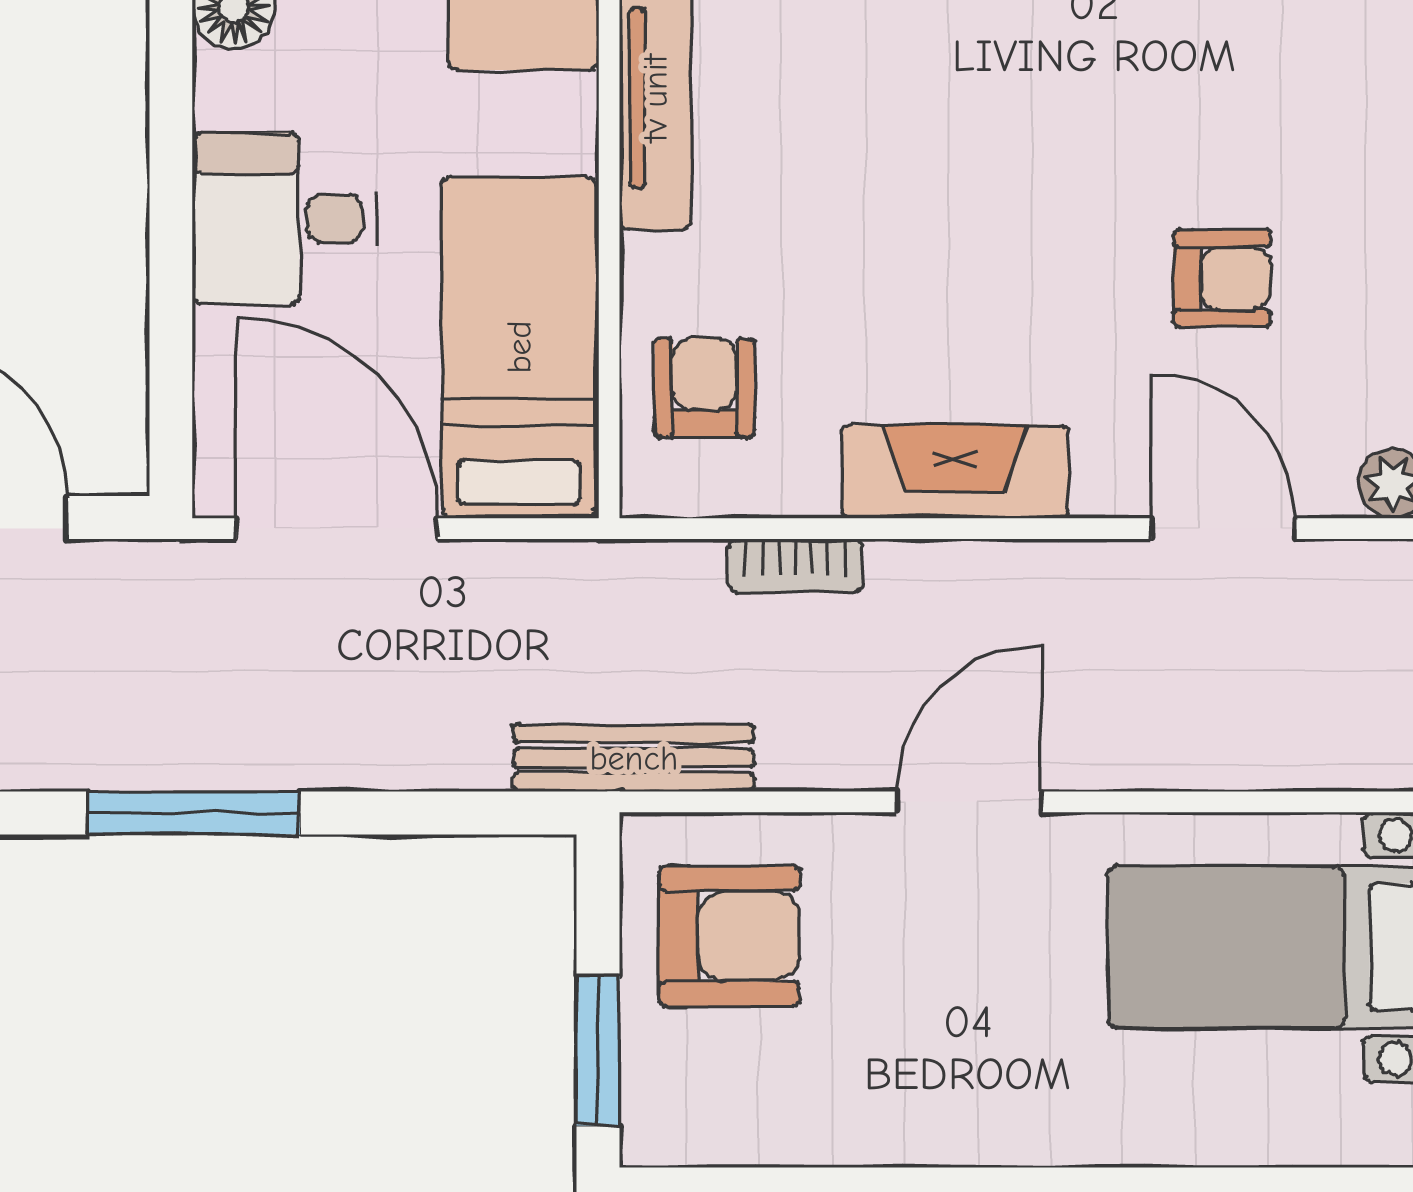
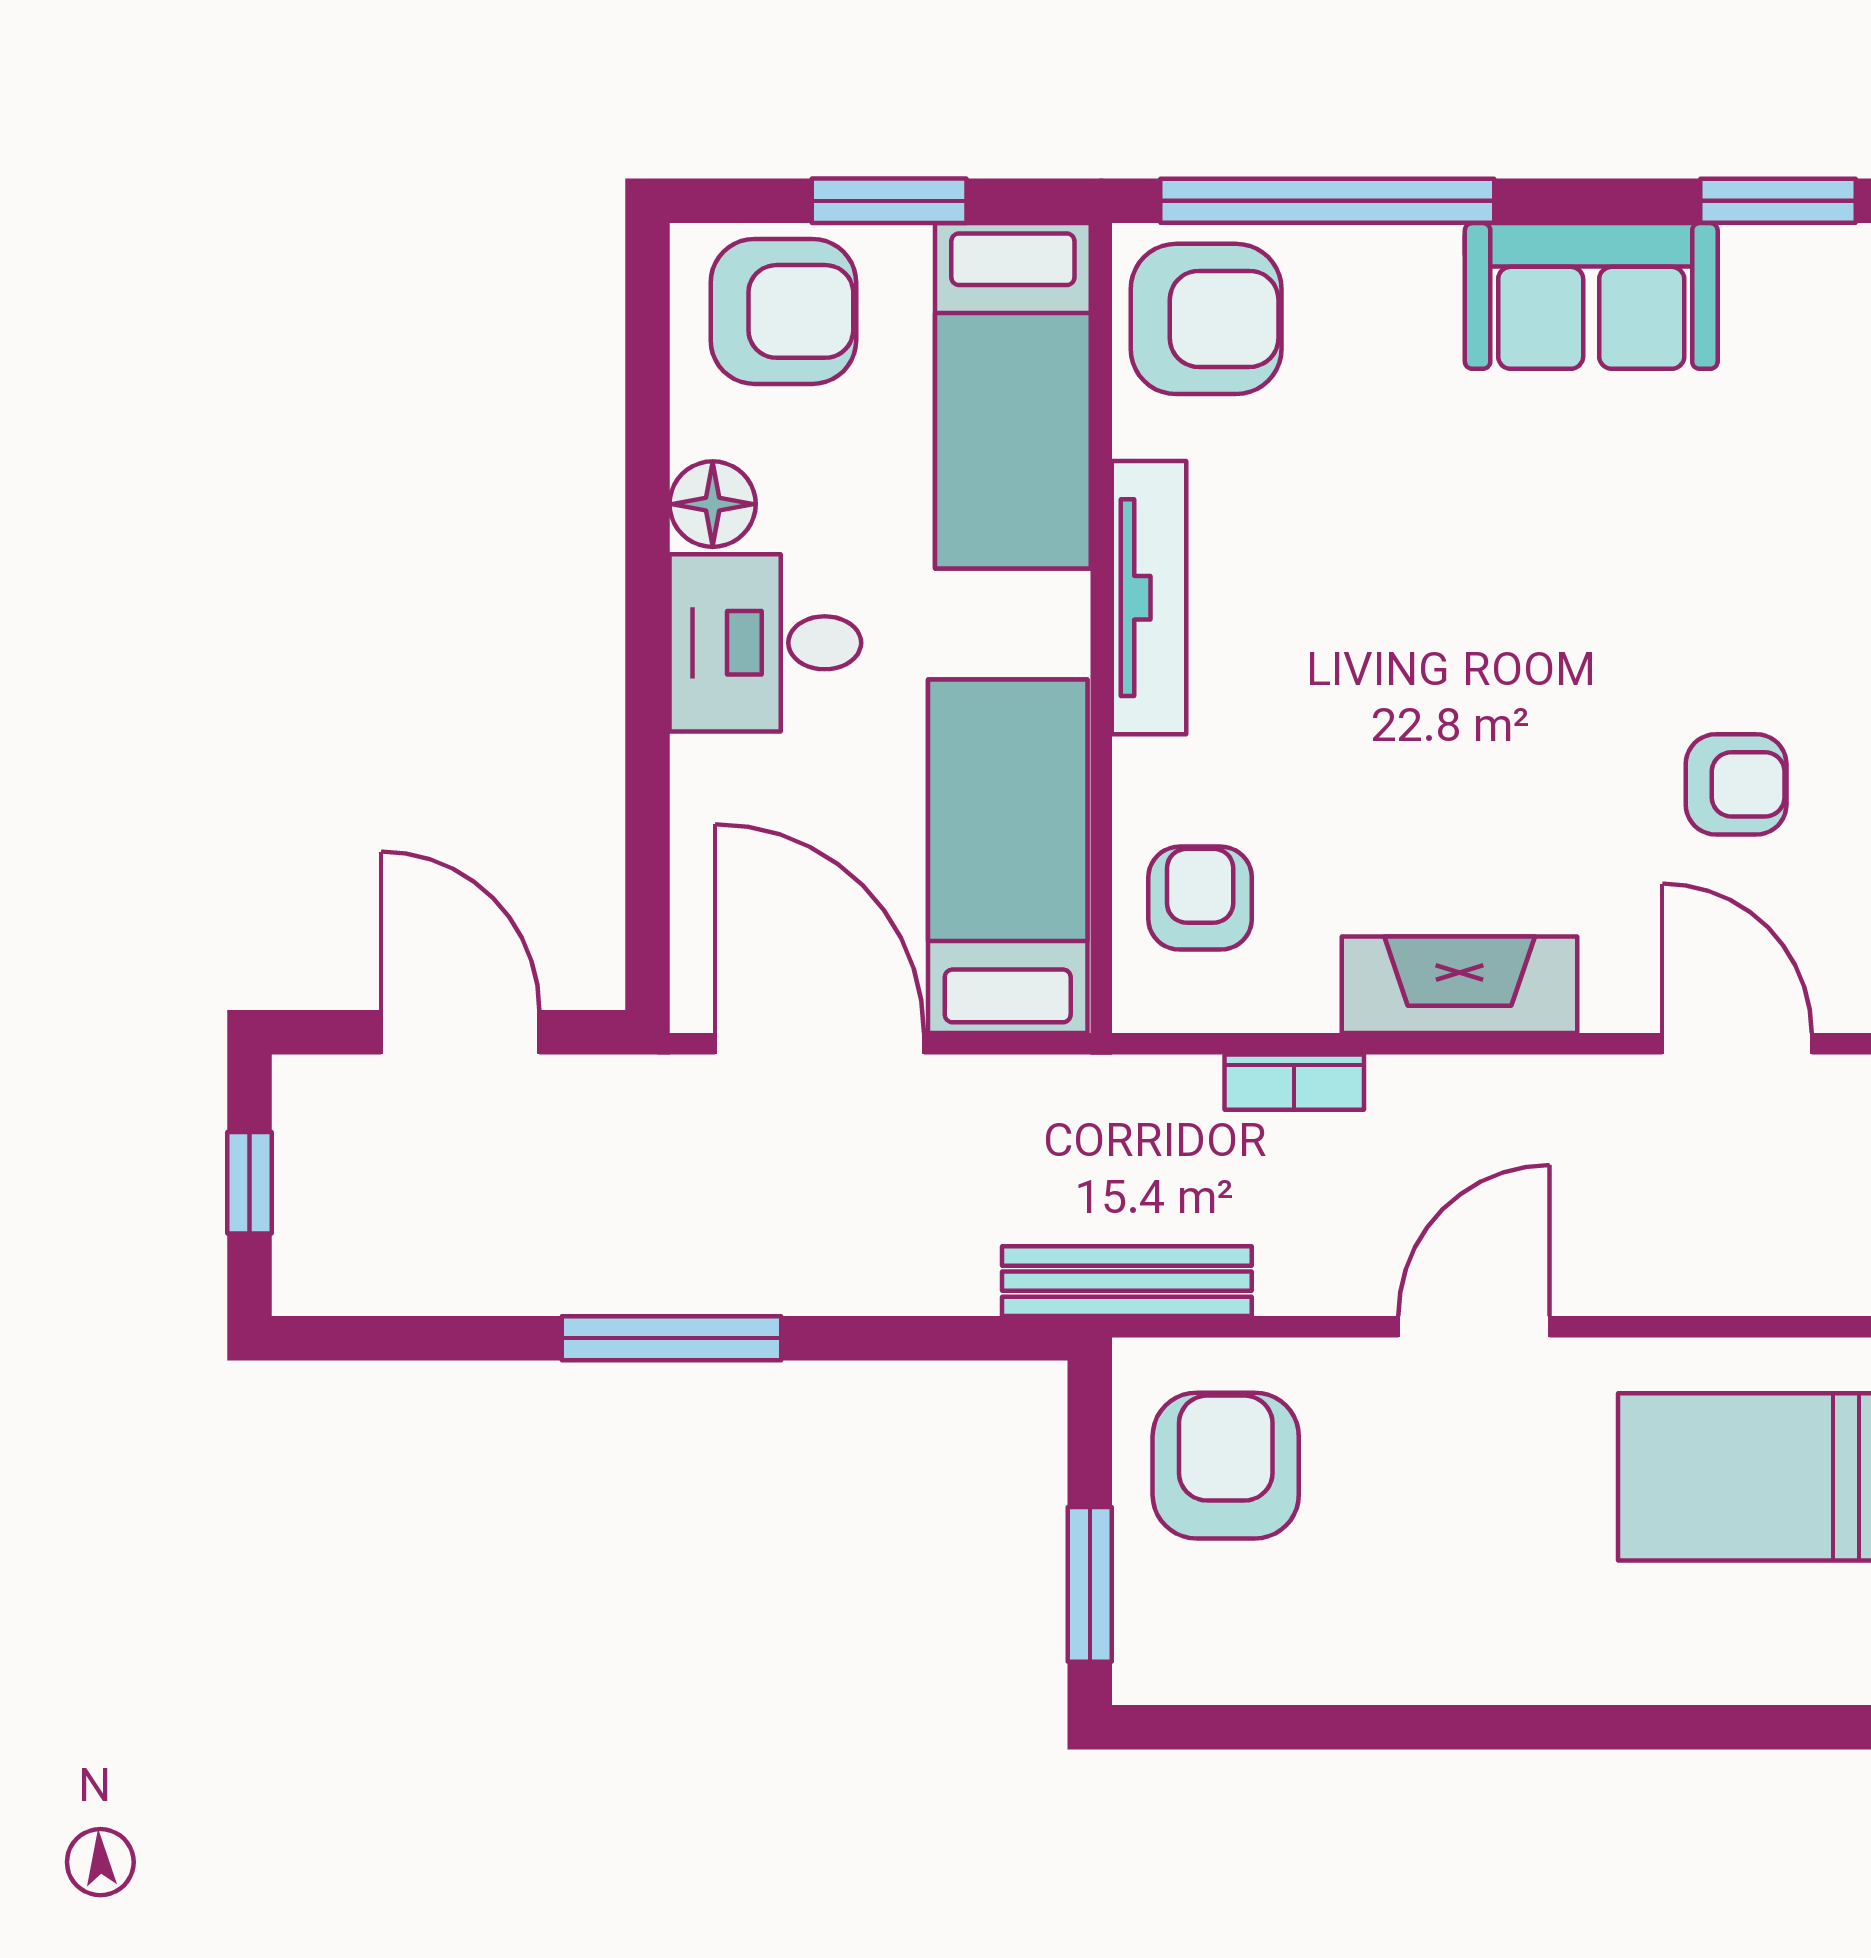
desk: (285, 218) -> (765, 643), moved
armchair: (729, 936) -> (1226, 1466), turned -90

